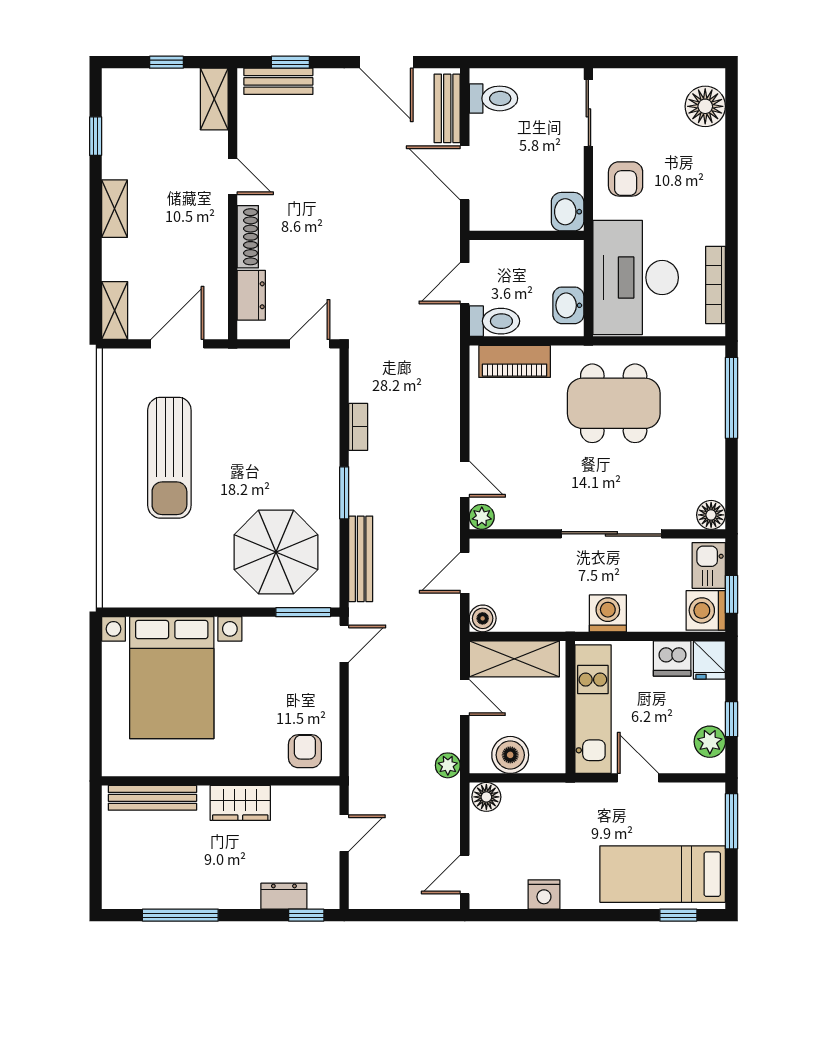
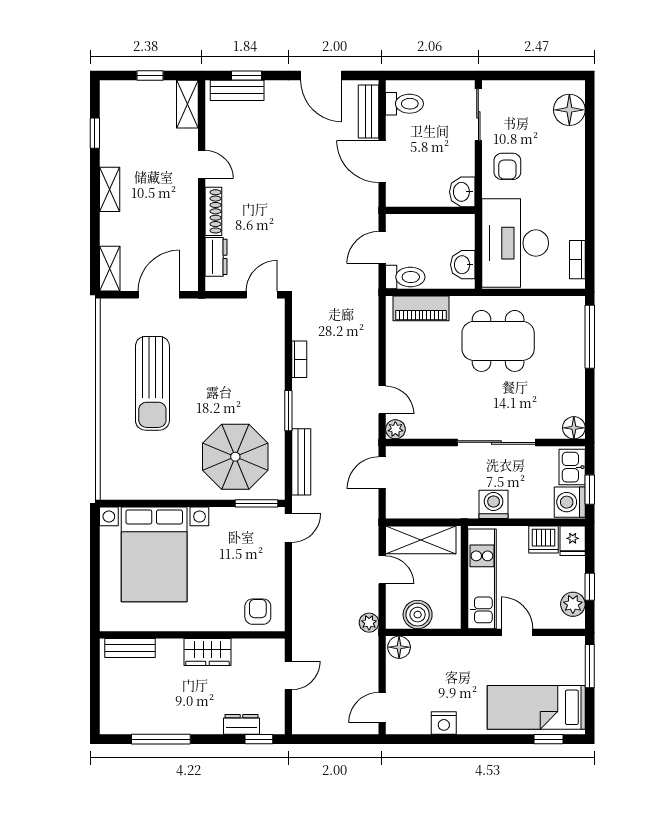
bookcase: (716, 285) -> (577, 260), width x0.64
boiler: (483, 618) -> (396, 508), removed
bench: (152, 798) -> (130, 648), width x0.73

